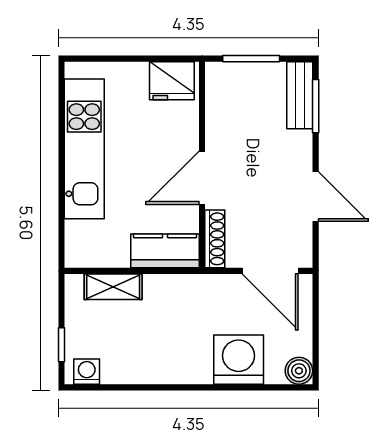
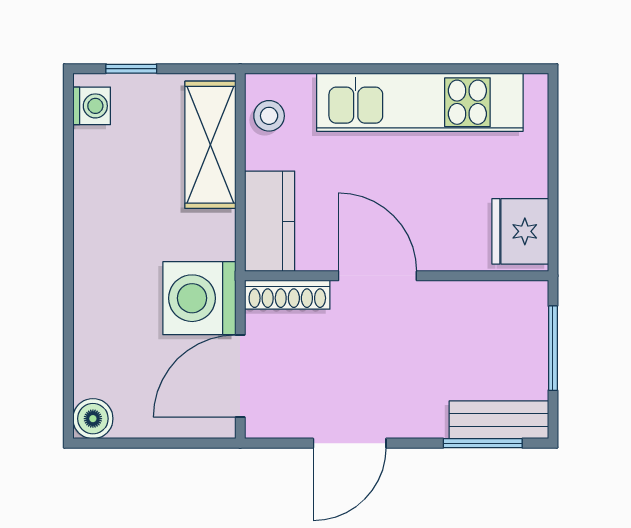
stool: (93, 251) -> (269, 116), added
shelving: (113, 287) -> (210, 145), width x1.50, depth x1.33
washing machine: (239, 360) -> (199, 298), moved, turned 180

